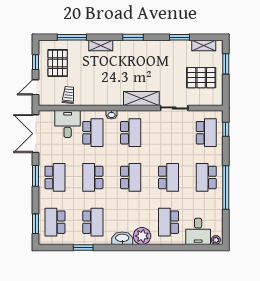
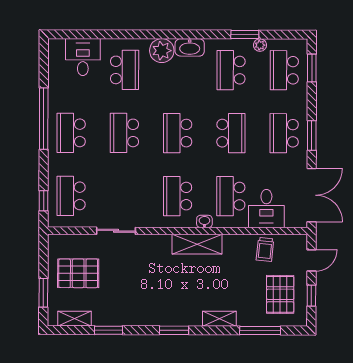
shelving: (141, 99) -> (197, 244), moved
school desk: (206, 177) -> (71, 133), turned 180
school desk: (55, 222) -> (284, 70), turned 180
plant: (216, 240) -> (260, 45), moved

